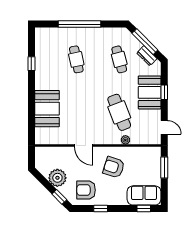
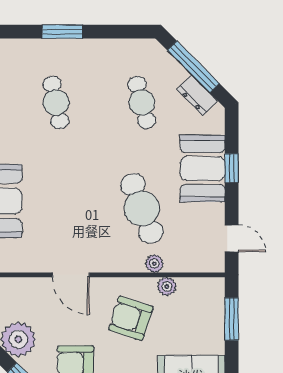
window: (80, 24) -> (62, 32), width x0.47
plant: (132, 151) -> (167, 286), added

